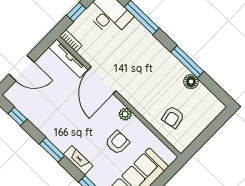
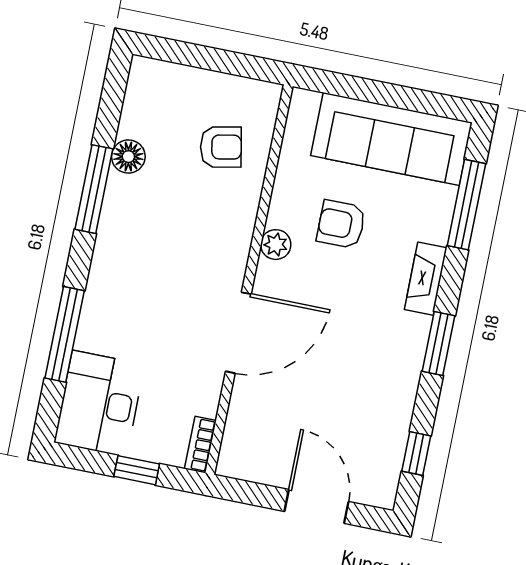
tv unit: (68, 58) -> (238, 427), removed

